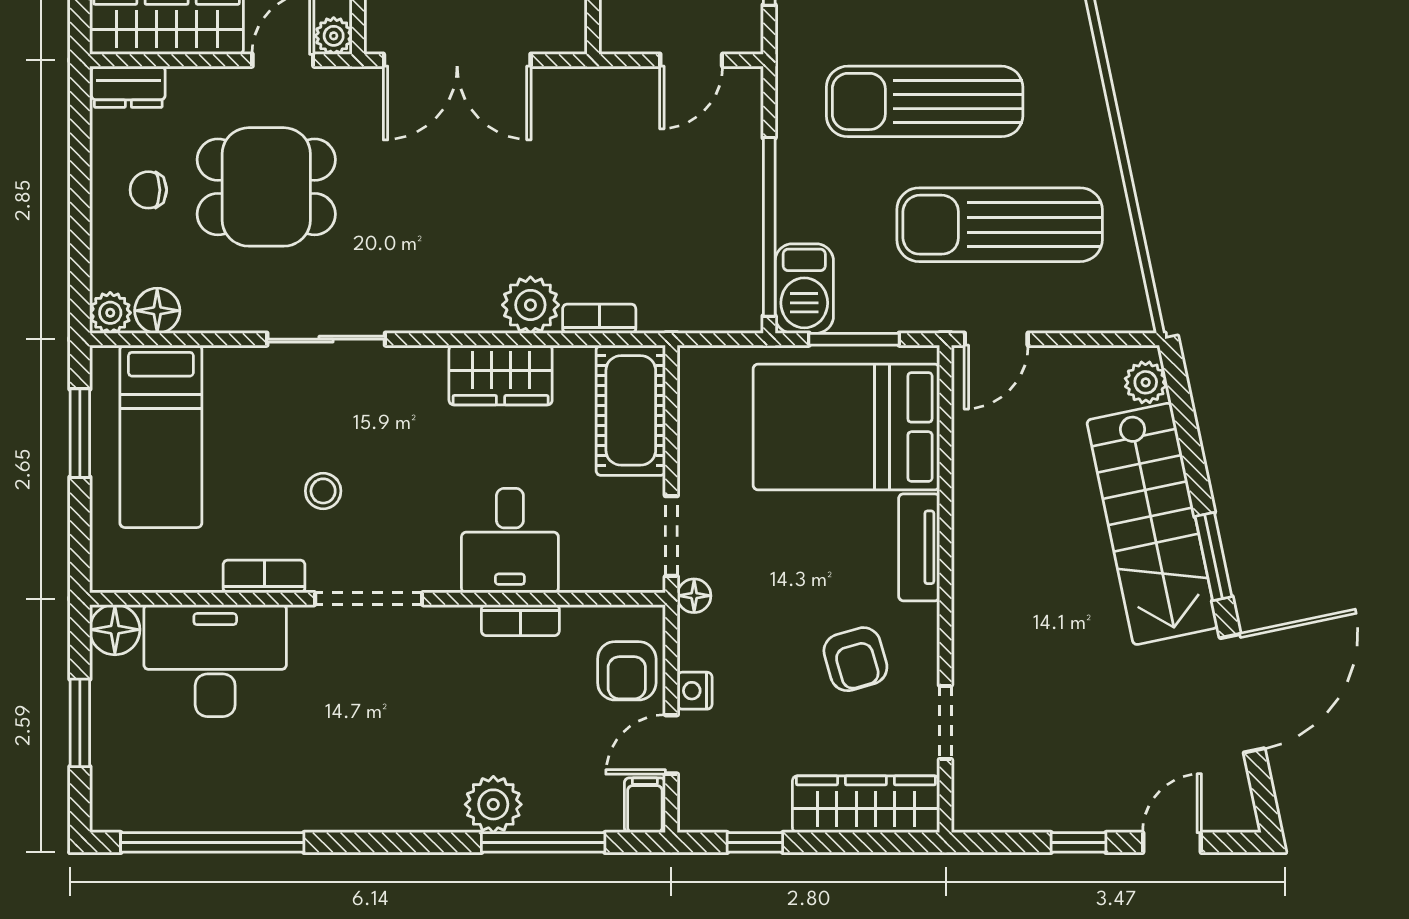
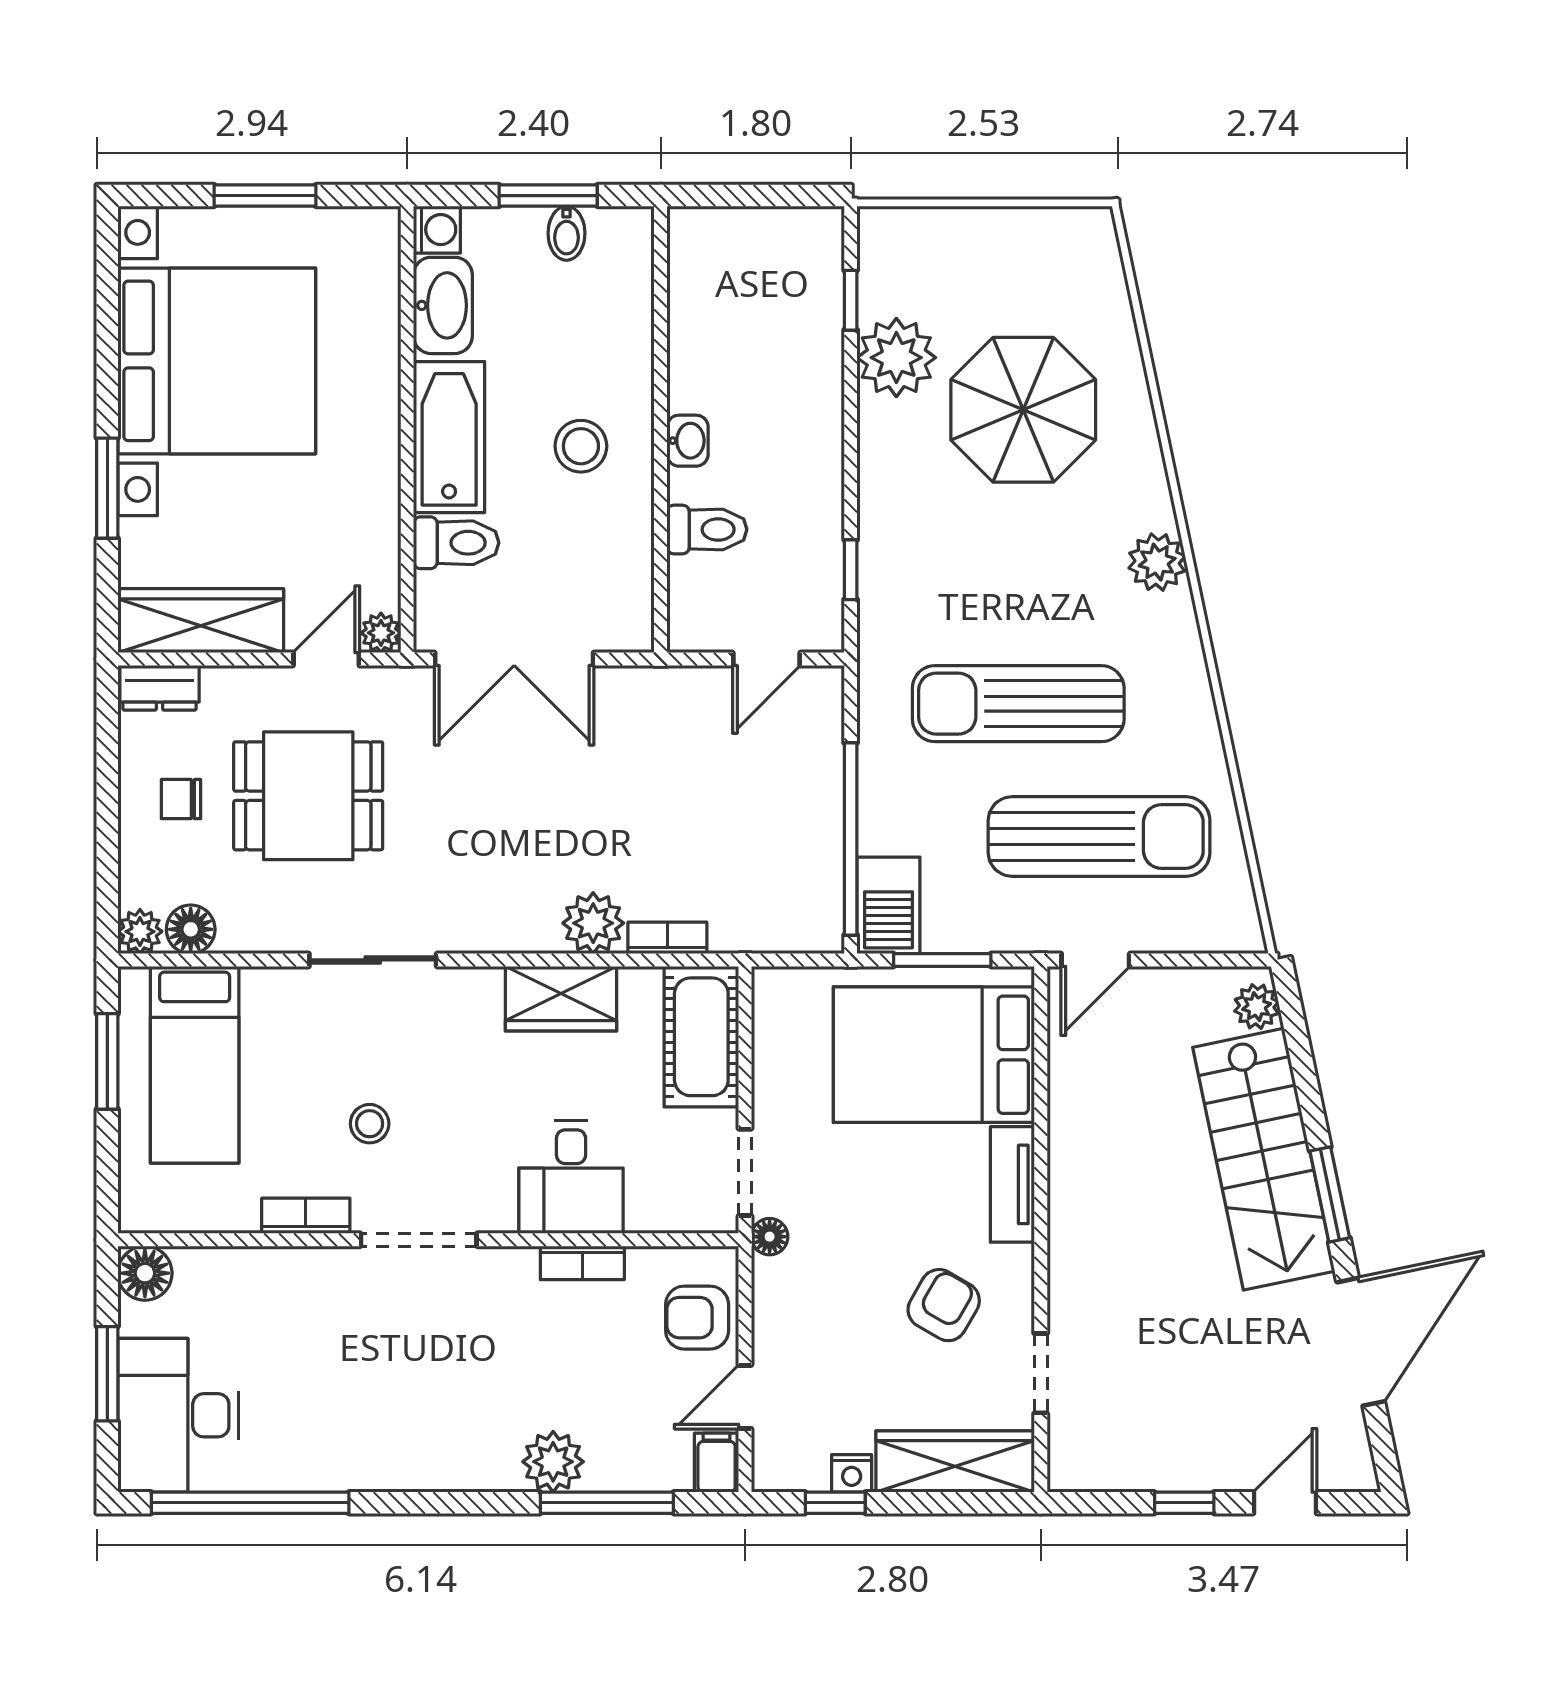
sun lounger: (1000, 225) -> (1099, 837), turned 180
armchair: (855, 659) -> (944, 1305), turned -134
desk: (215, 661) -> (178, 1415), moved, turned -90
armchair: (627, 671) -> (697, 1318), turned 90
nightstand: (695, 691) -> (852, 1473), moved, turned -90

